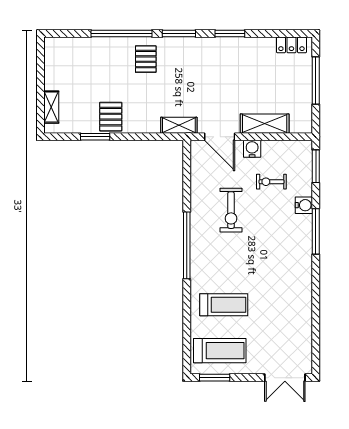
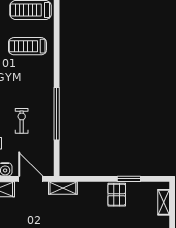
exercise bike: (231, 210) -> (22, 121), width x0.73, depth x0.72
window: (187, 245) -> (57, 114), moved

